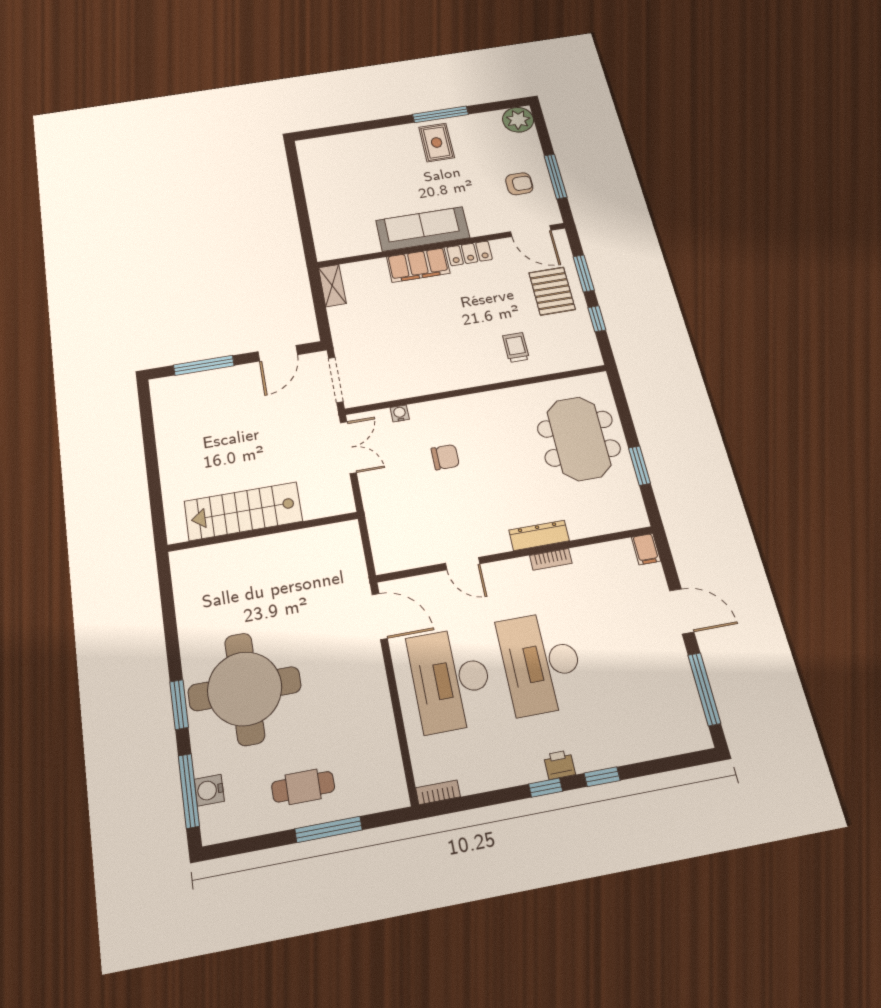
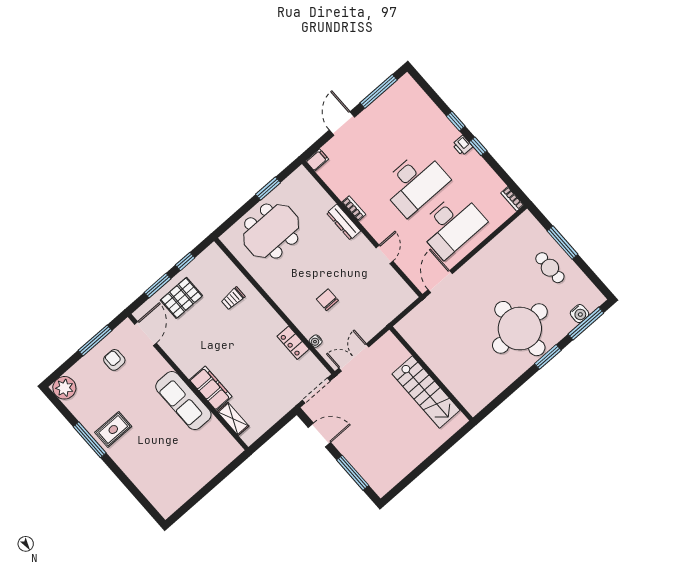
locker: (470, 253) -> (293, 343), moved, turned 180
shelving: (332, 286) -> (233, 419), moved, turned 90

